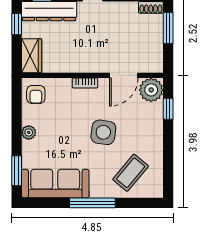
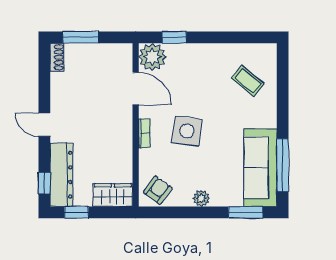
armchair: (36, 94) -> (158, 190), turned -54
side table: (103, 132) -> (187, 131), moved
coffee table: (131, 173) -> (248, 81), width x0.73, depth x0.77
window: (92, 203) -> (283, 165), moved

